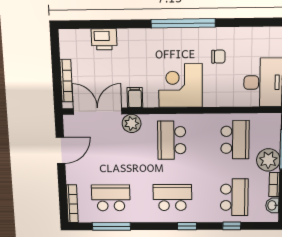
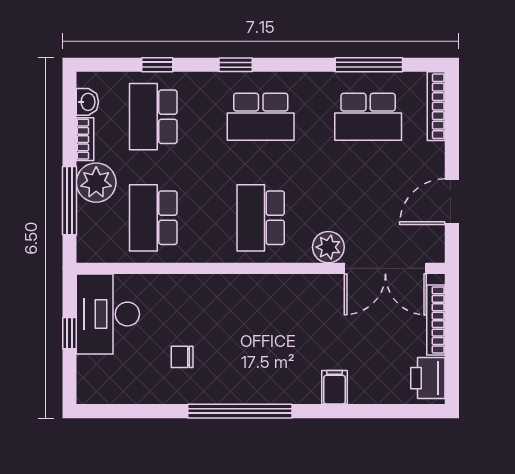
printer: (104, 39) -> (428, 378), moved, turned -90
corner desk: (180, 86) -> (245, 310), removed
filing cabinet: (135, 98) -> (335, 387), moved, turned 180
school desk: (172, 140) -> (261, 218), turned 180

